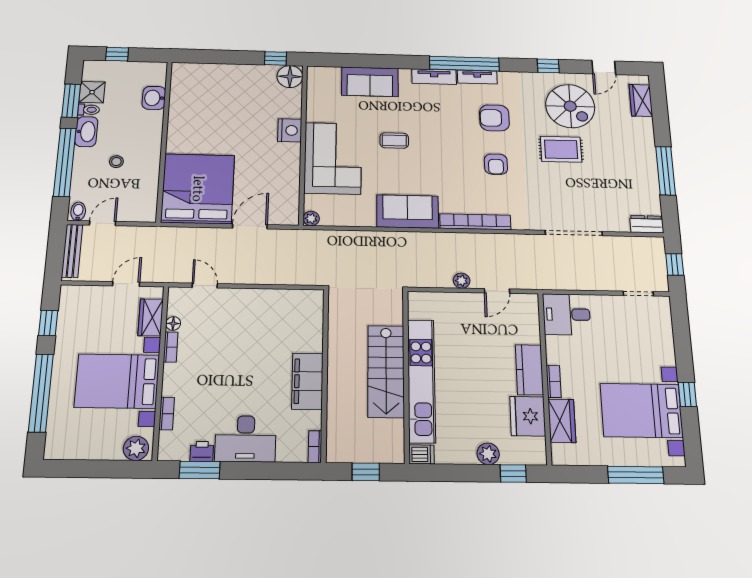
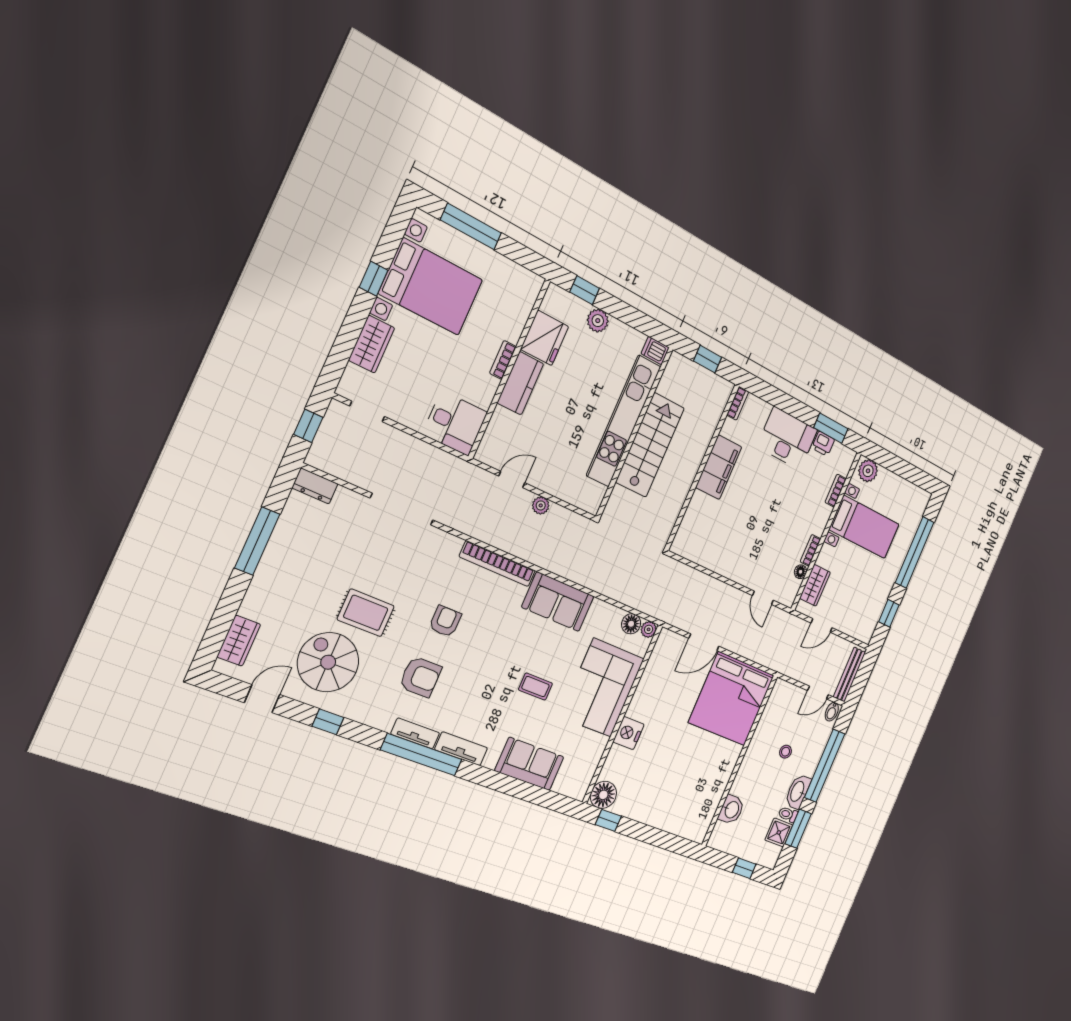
floor lamp: (331, 217) -> (631, 624), added
bed with nightstands: (117, 381) -> (864, 527), width x0.73
wardrobe: (562, 421) -> (372, 344), moved, turned 180

